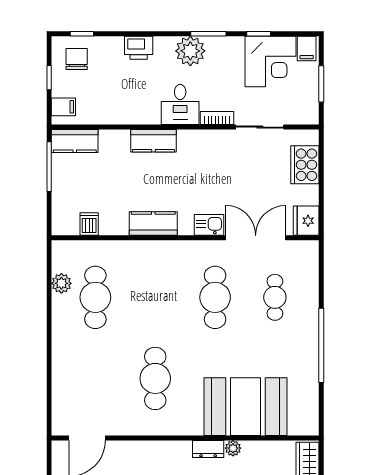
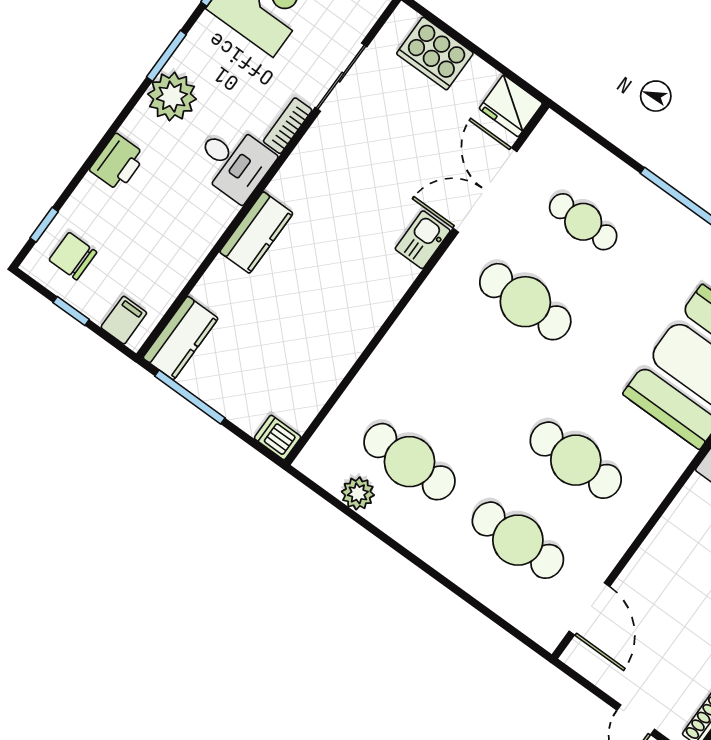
dishwasher: (89, 224) -> (278, 438), moved
kitchen counter: (153, 224) -> (367, 313), removed
cafe table: (95, 378) -> (518, 540), added

